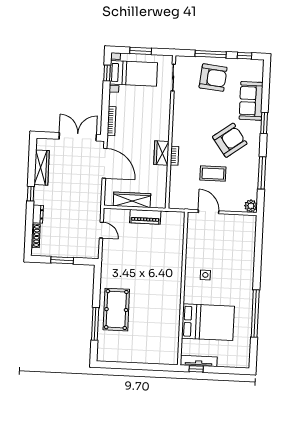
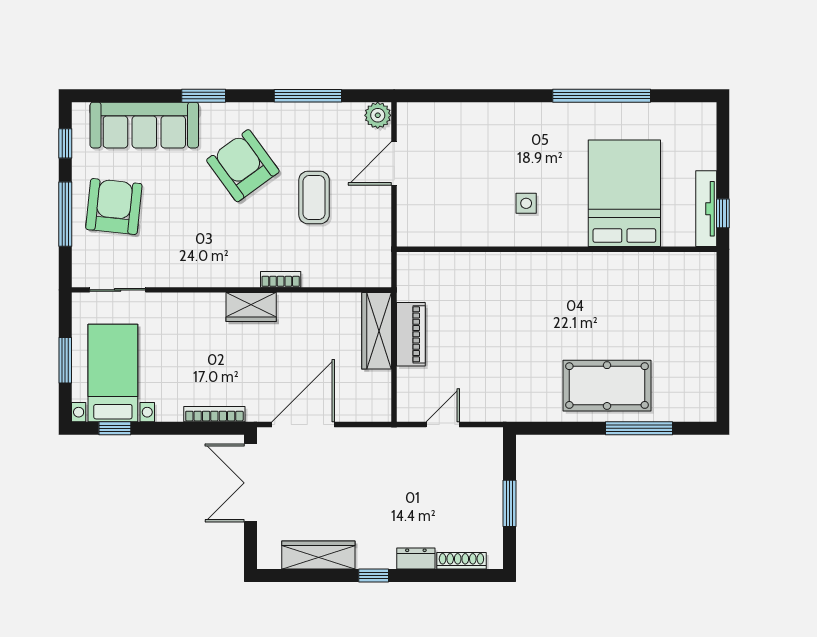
sofa: (251, 101) -> (144, 125), width x1.36
wardrobe: (161, 153) -> (251, 307), moved
wardrobe: (132, 200) -> (377, 331), moved
door: (209, 212) -> (394, 163), moved

